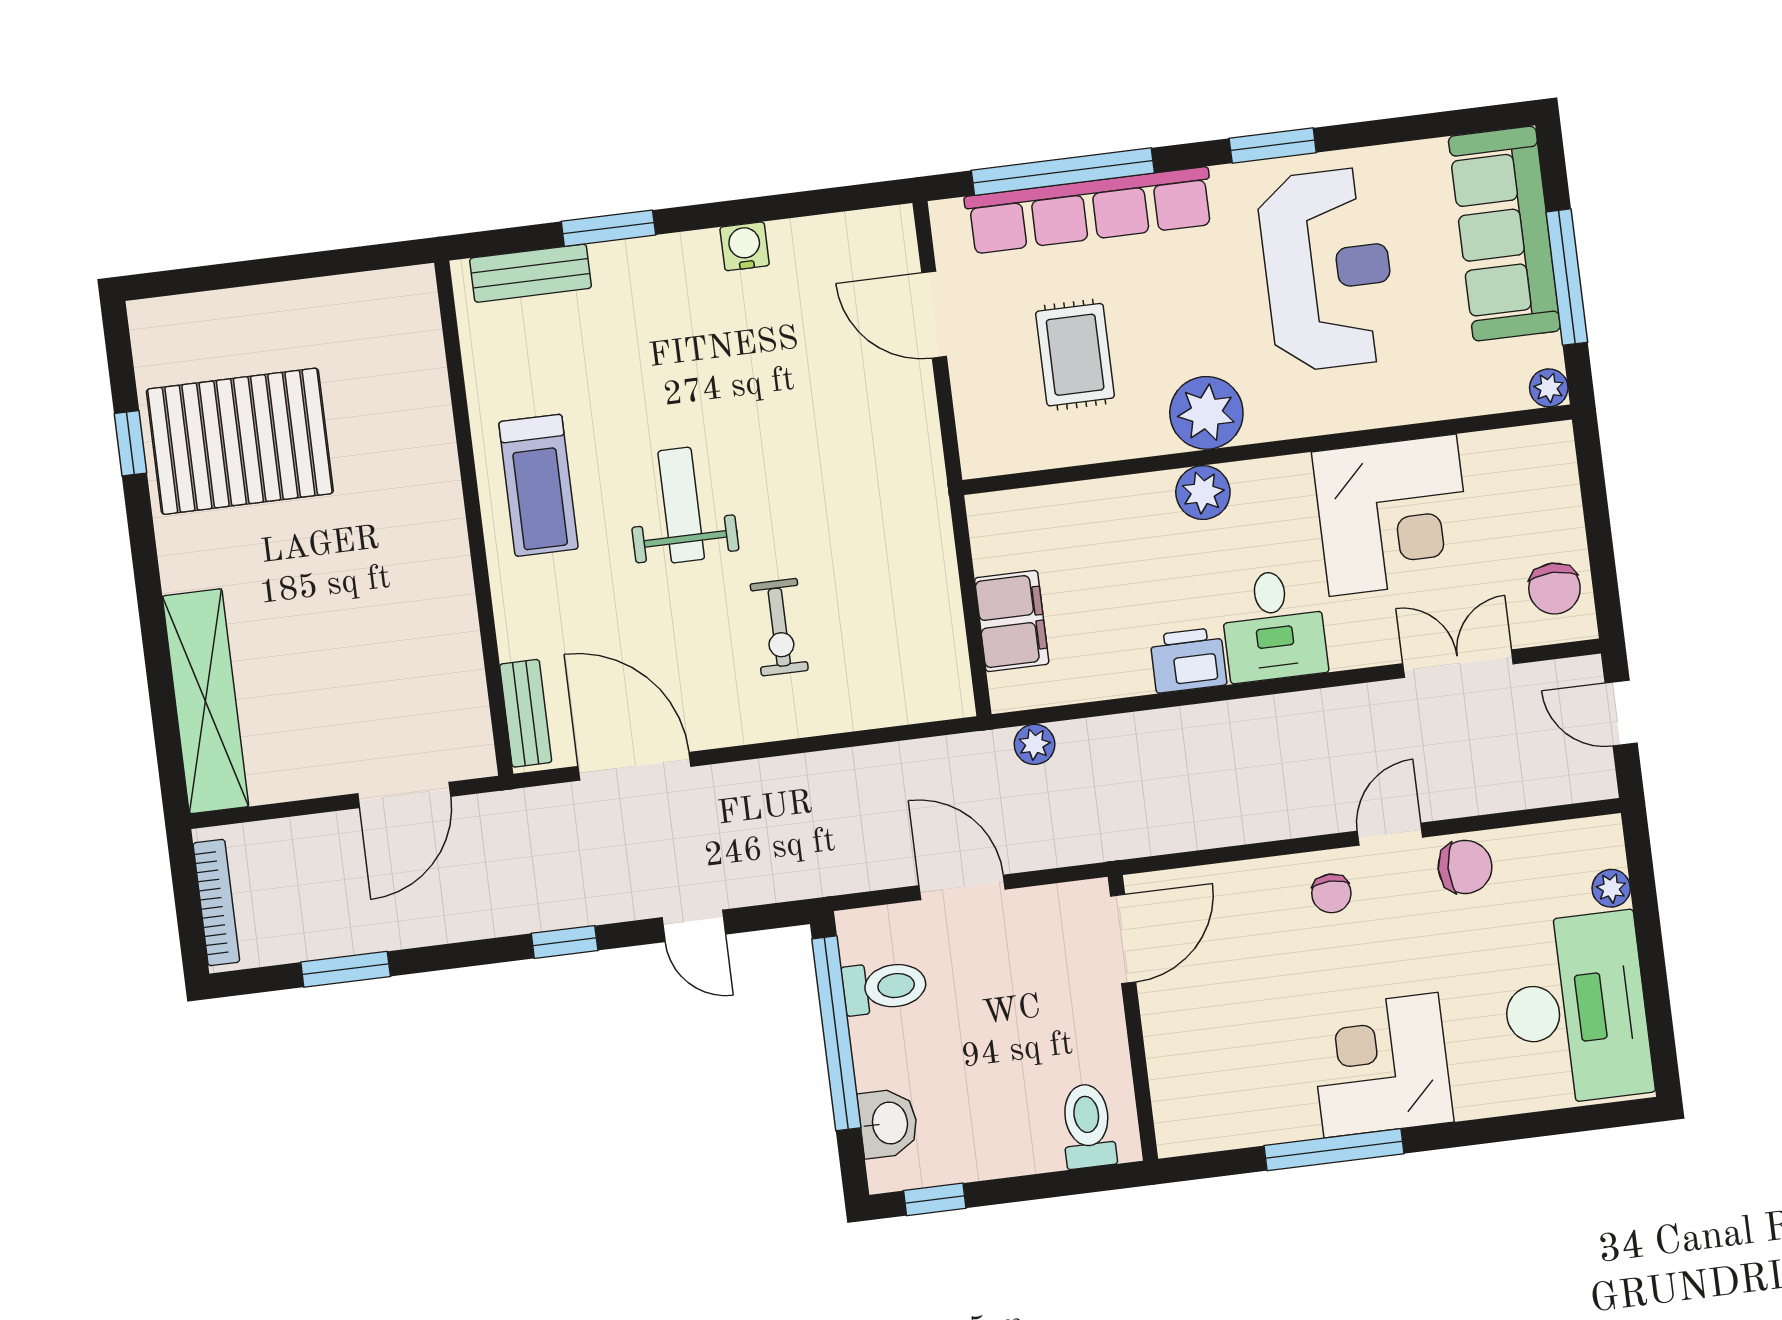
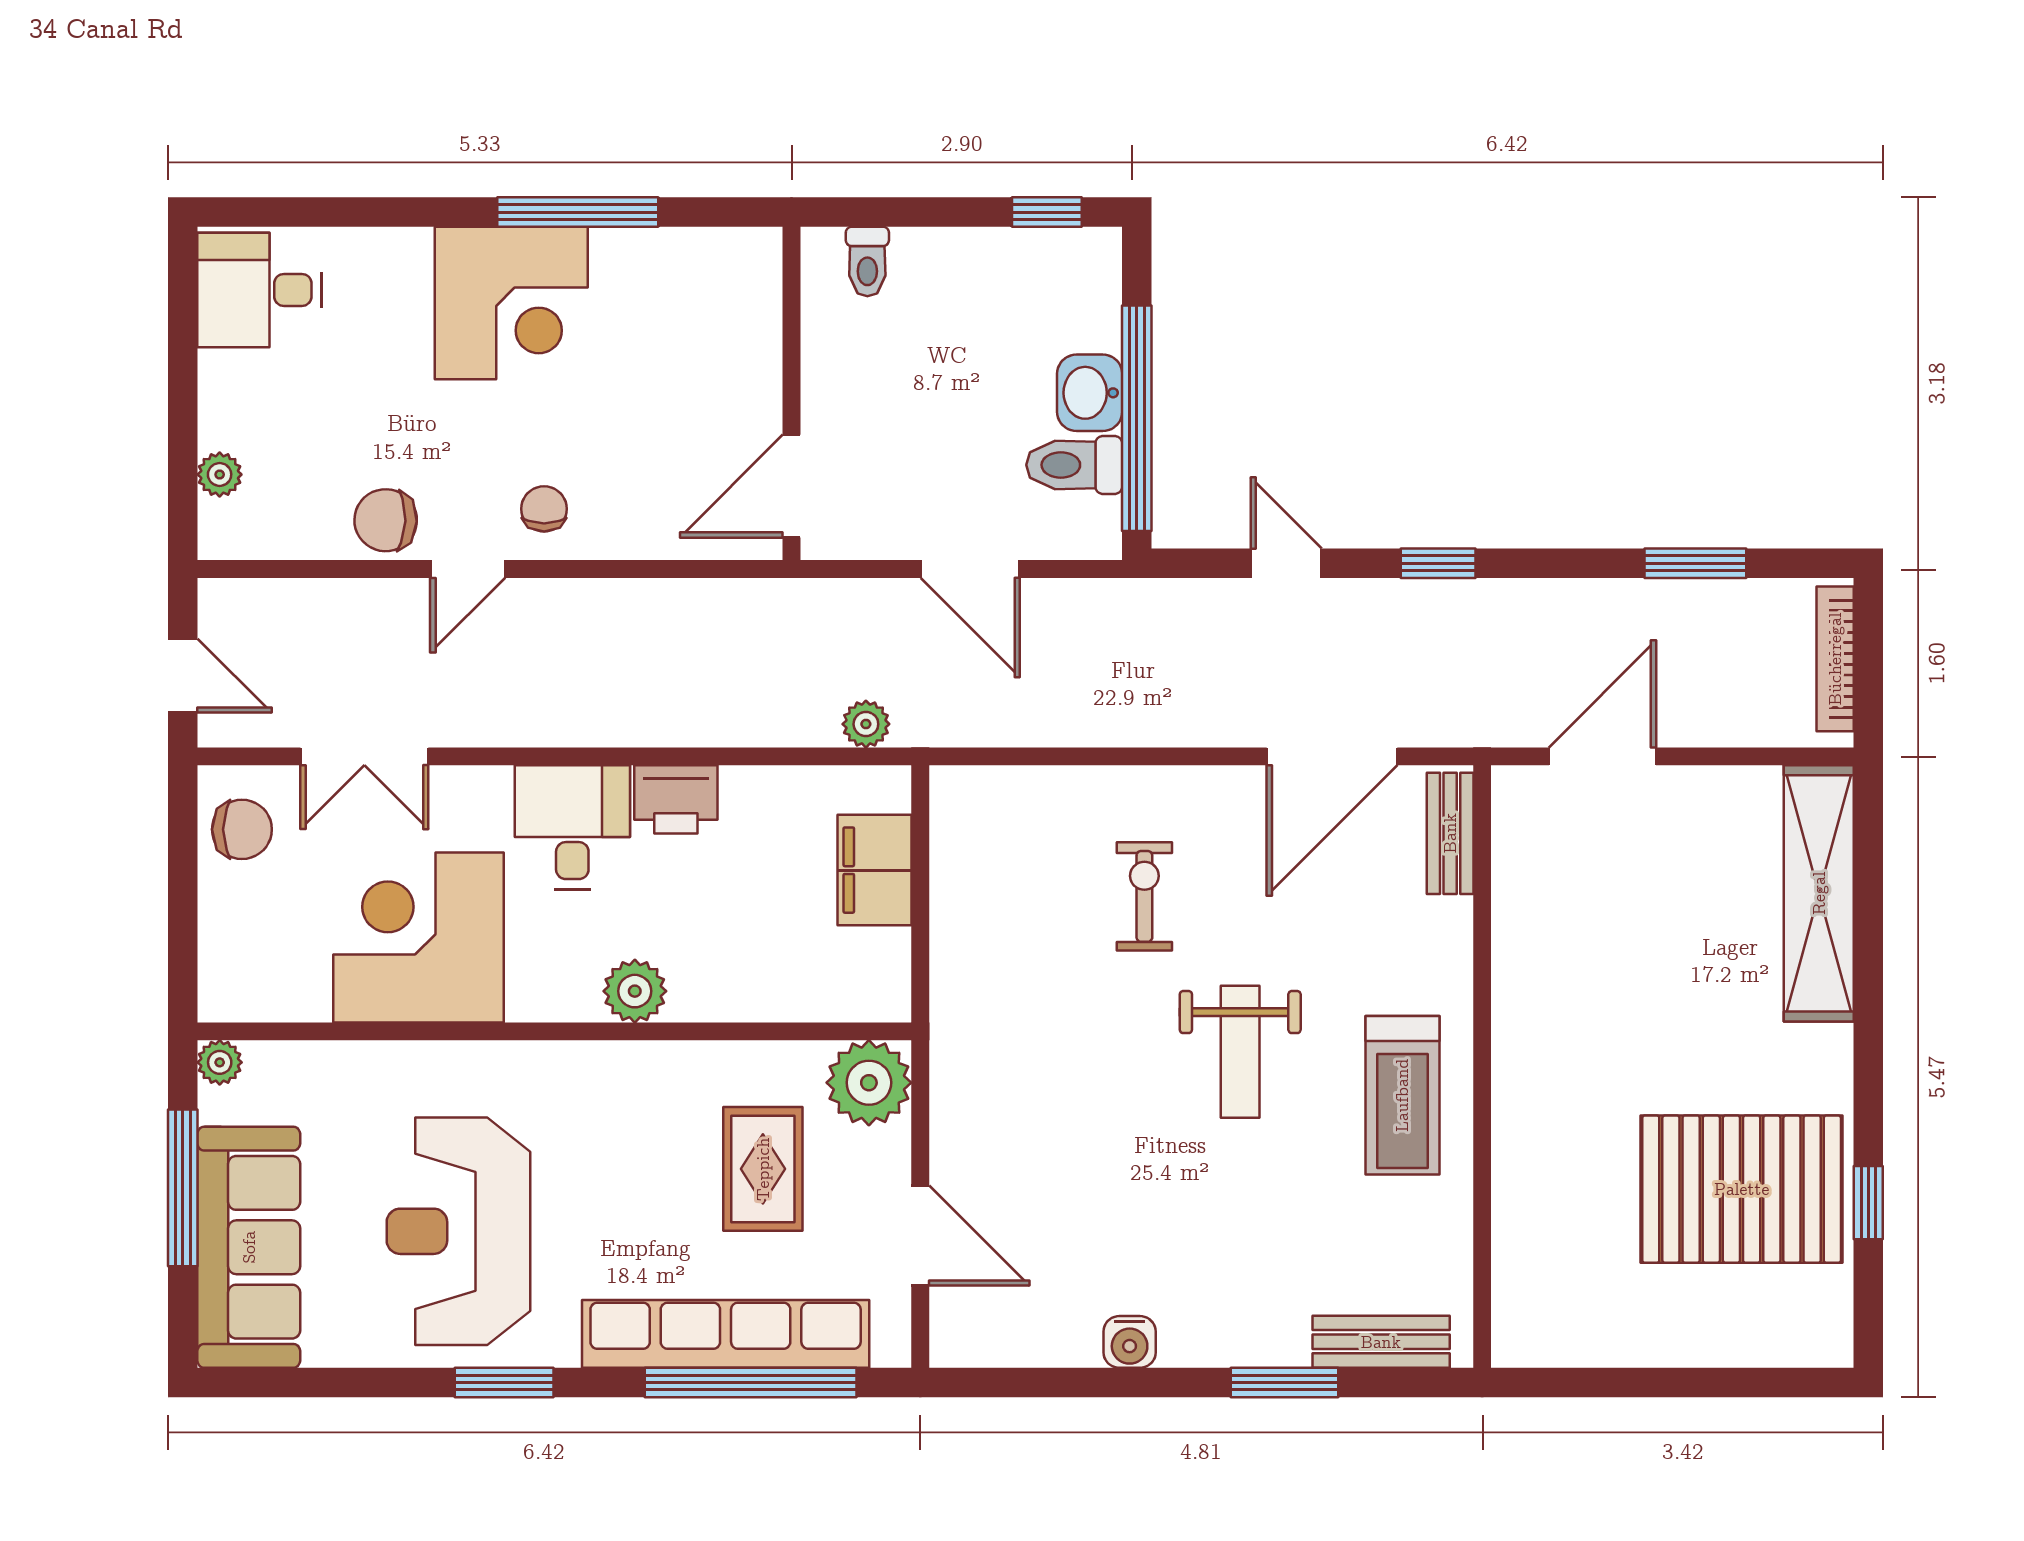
plant: (1206, 413) -> (869, 1083), moved
treadmill: (538, 485) -> (1402, 1095), turned 180
chair: (1554, 589) -> (242, 829), turned 90
door: (634, 766) -> (1332, 756), hinge flipped
desk: (1576, 1009) -> (259, 290), width x0.53, depth x0.77
washbasin: (888, 1123) -> (1090, 393), moved
toilet: (1088, 1126) -> (867, 262), width x0.73, depth x0.72

